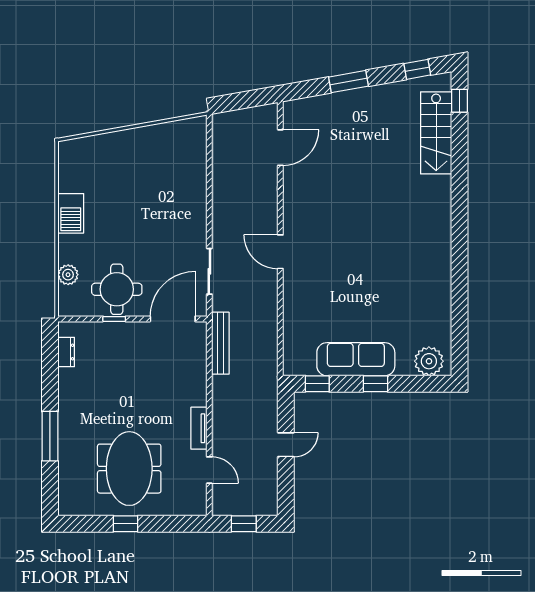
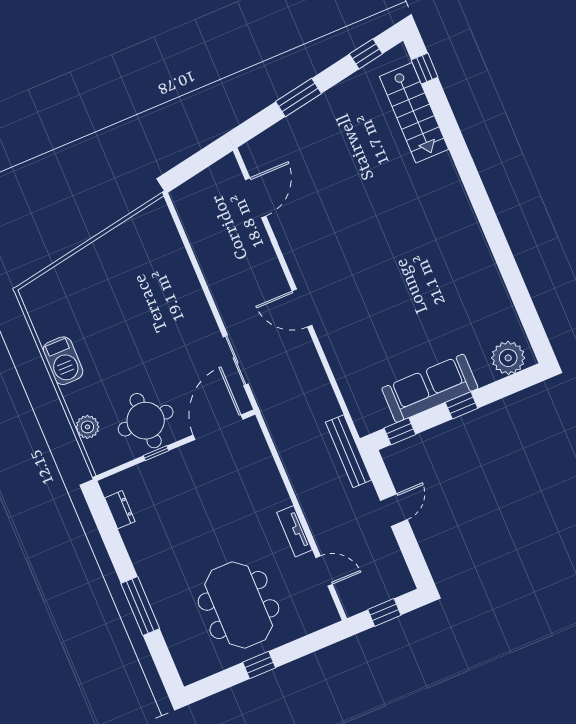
bench: (220, 343) -> (348, 451), moved

